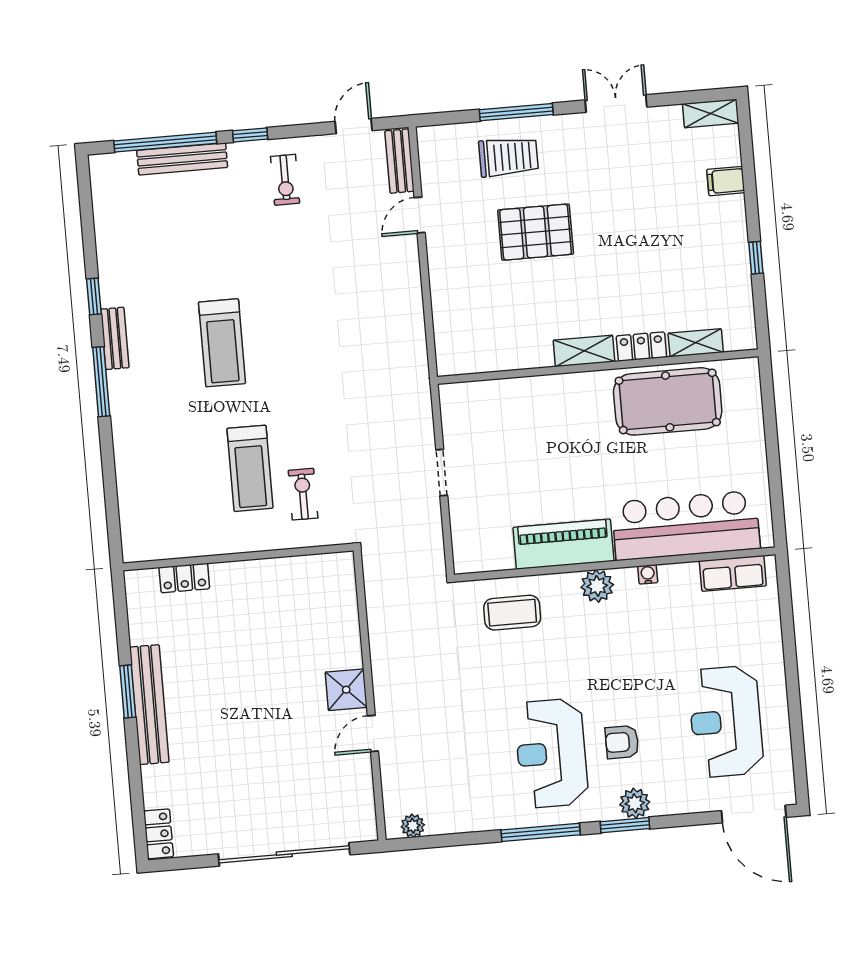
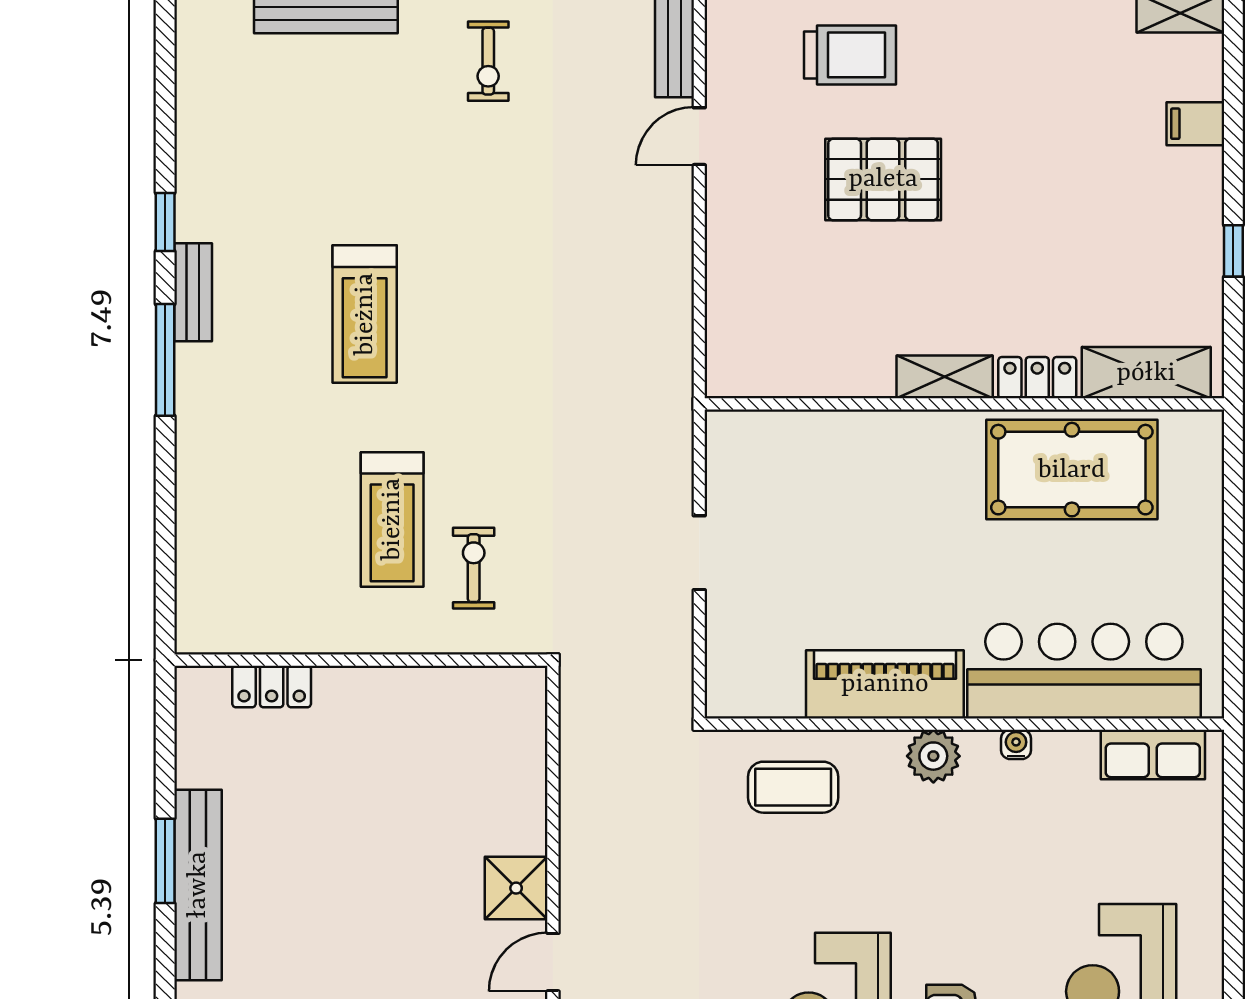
shelving: (696, 343) -> (1146, 373), width x1.50, depth x1.33

